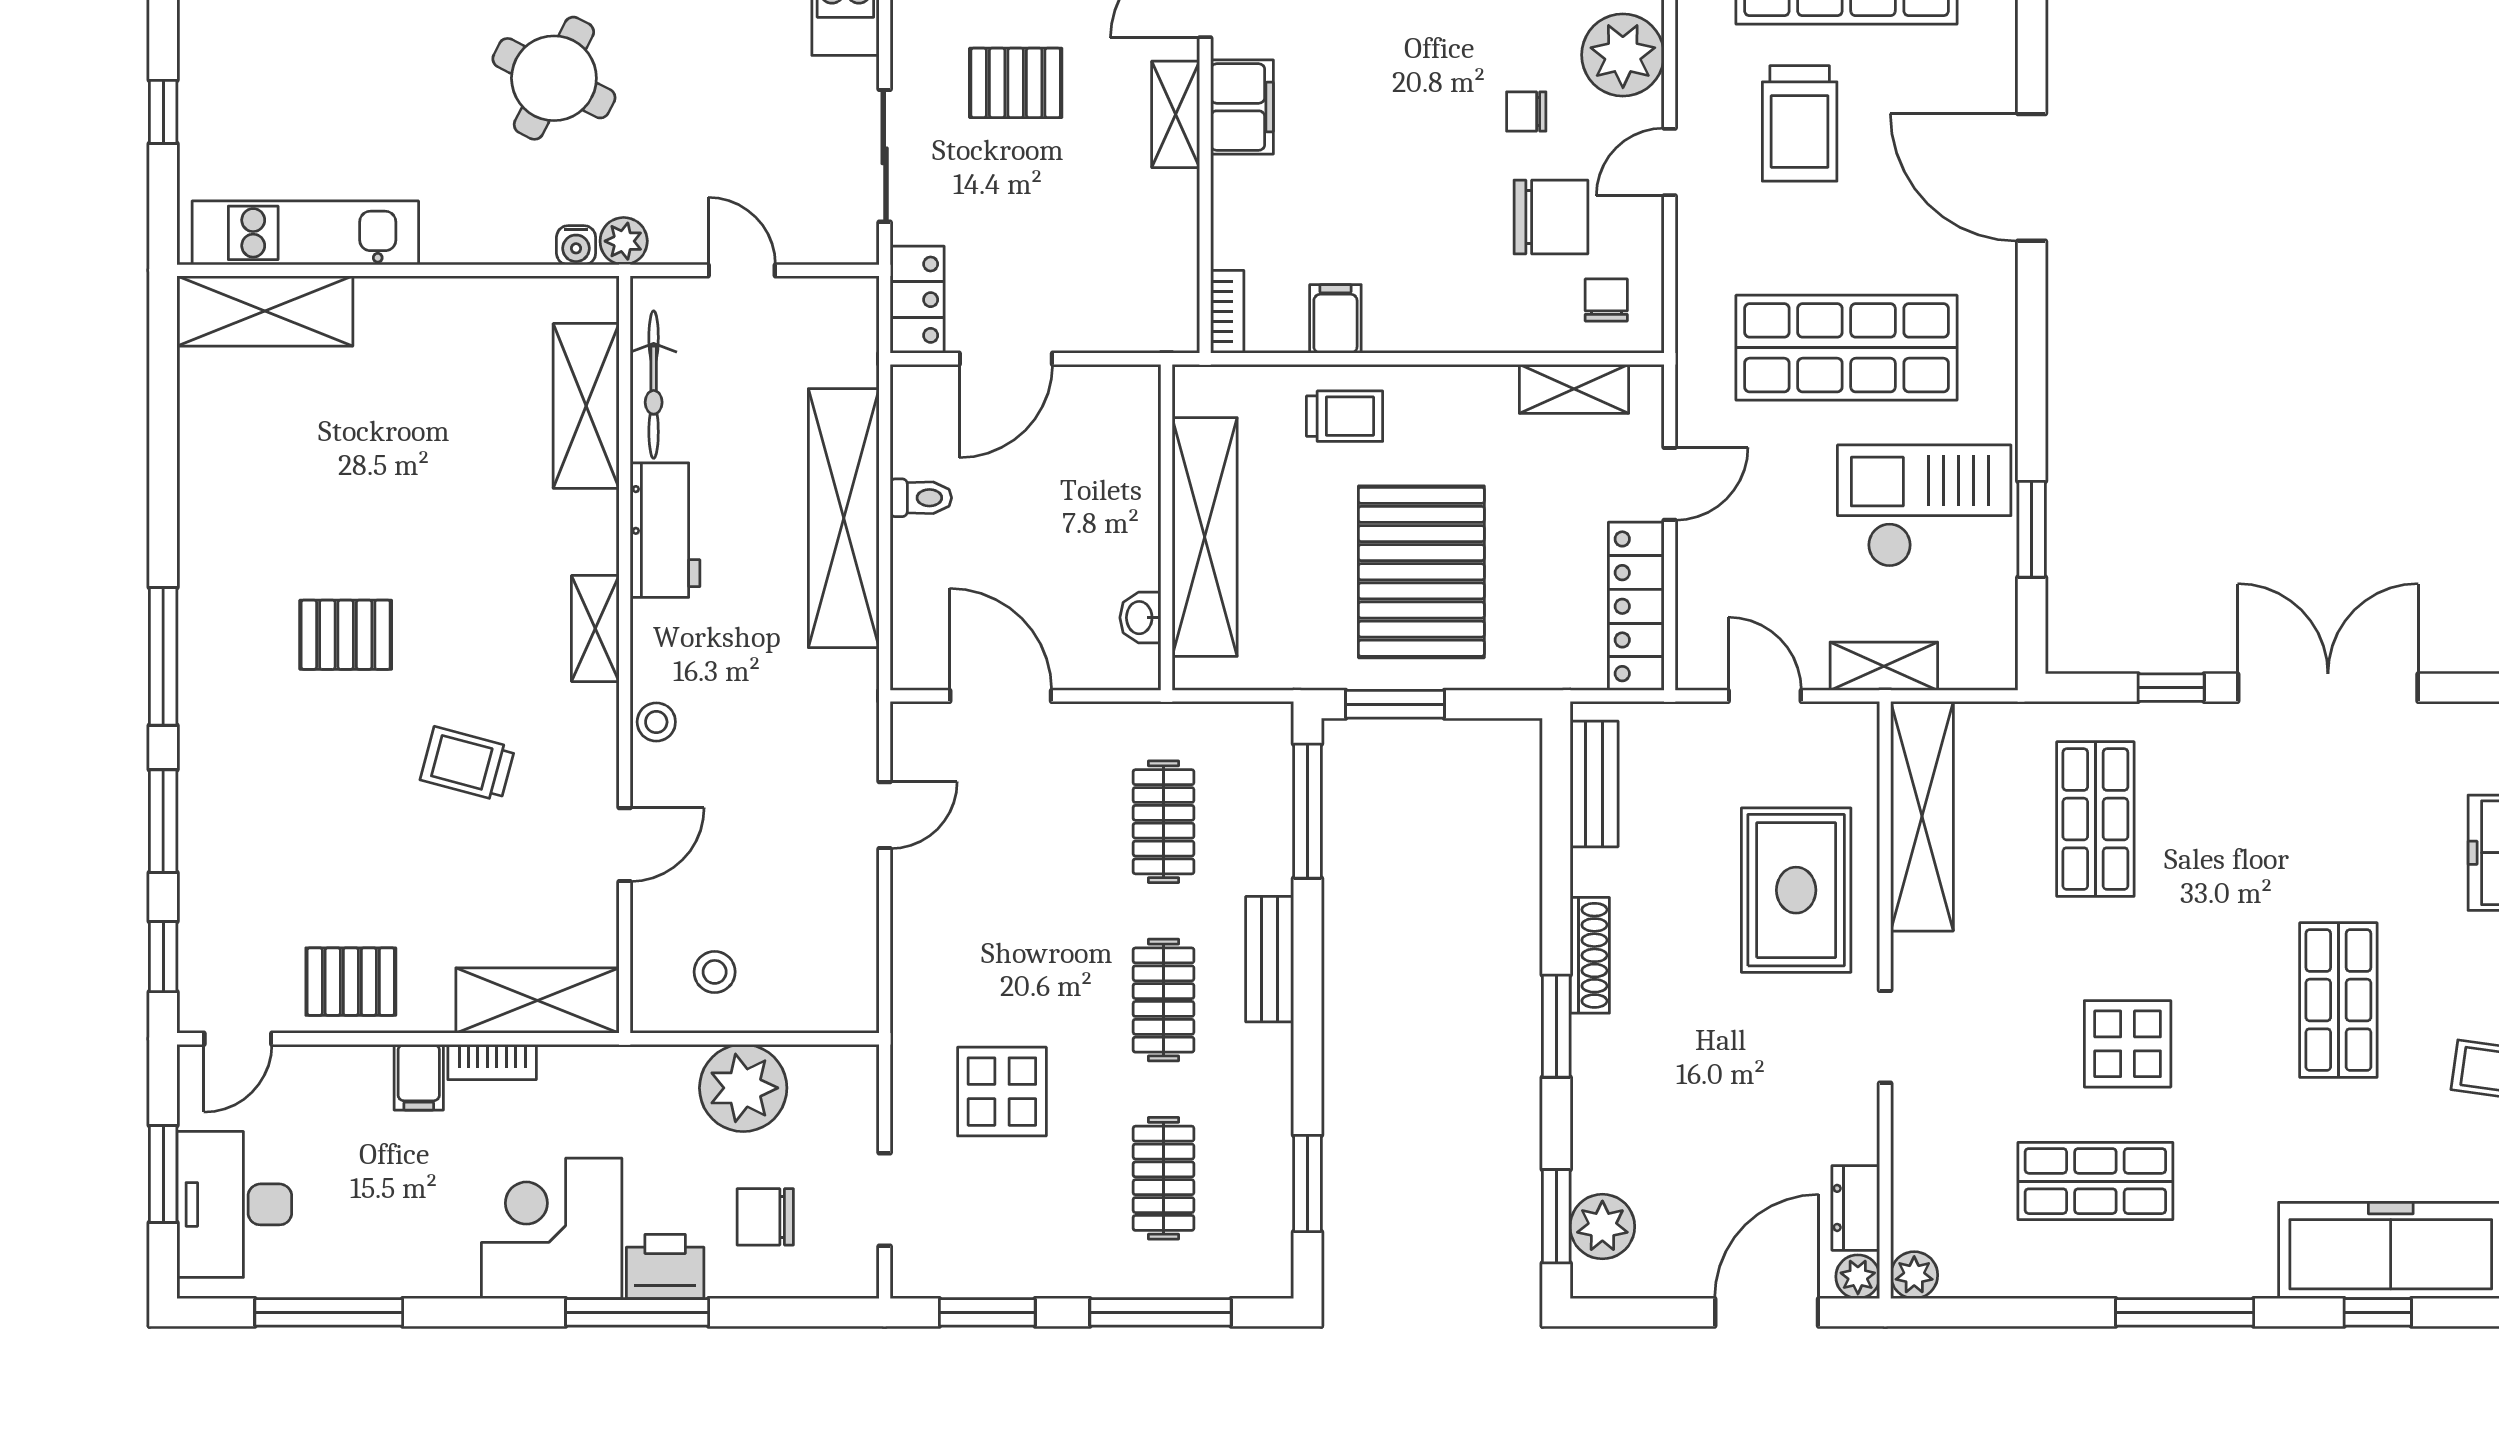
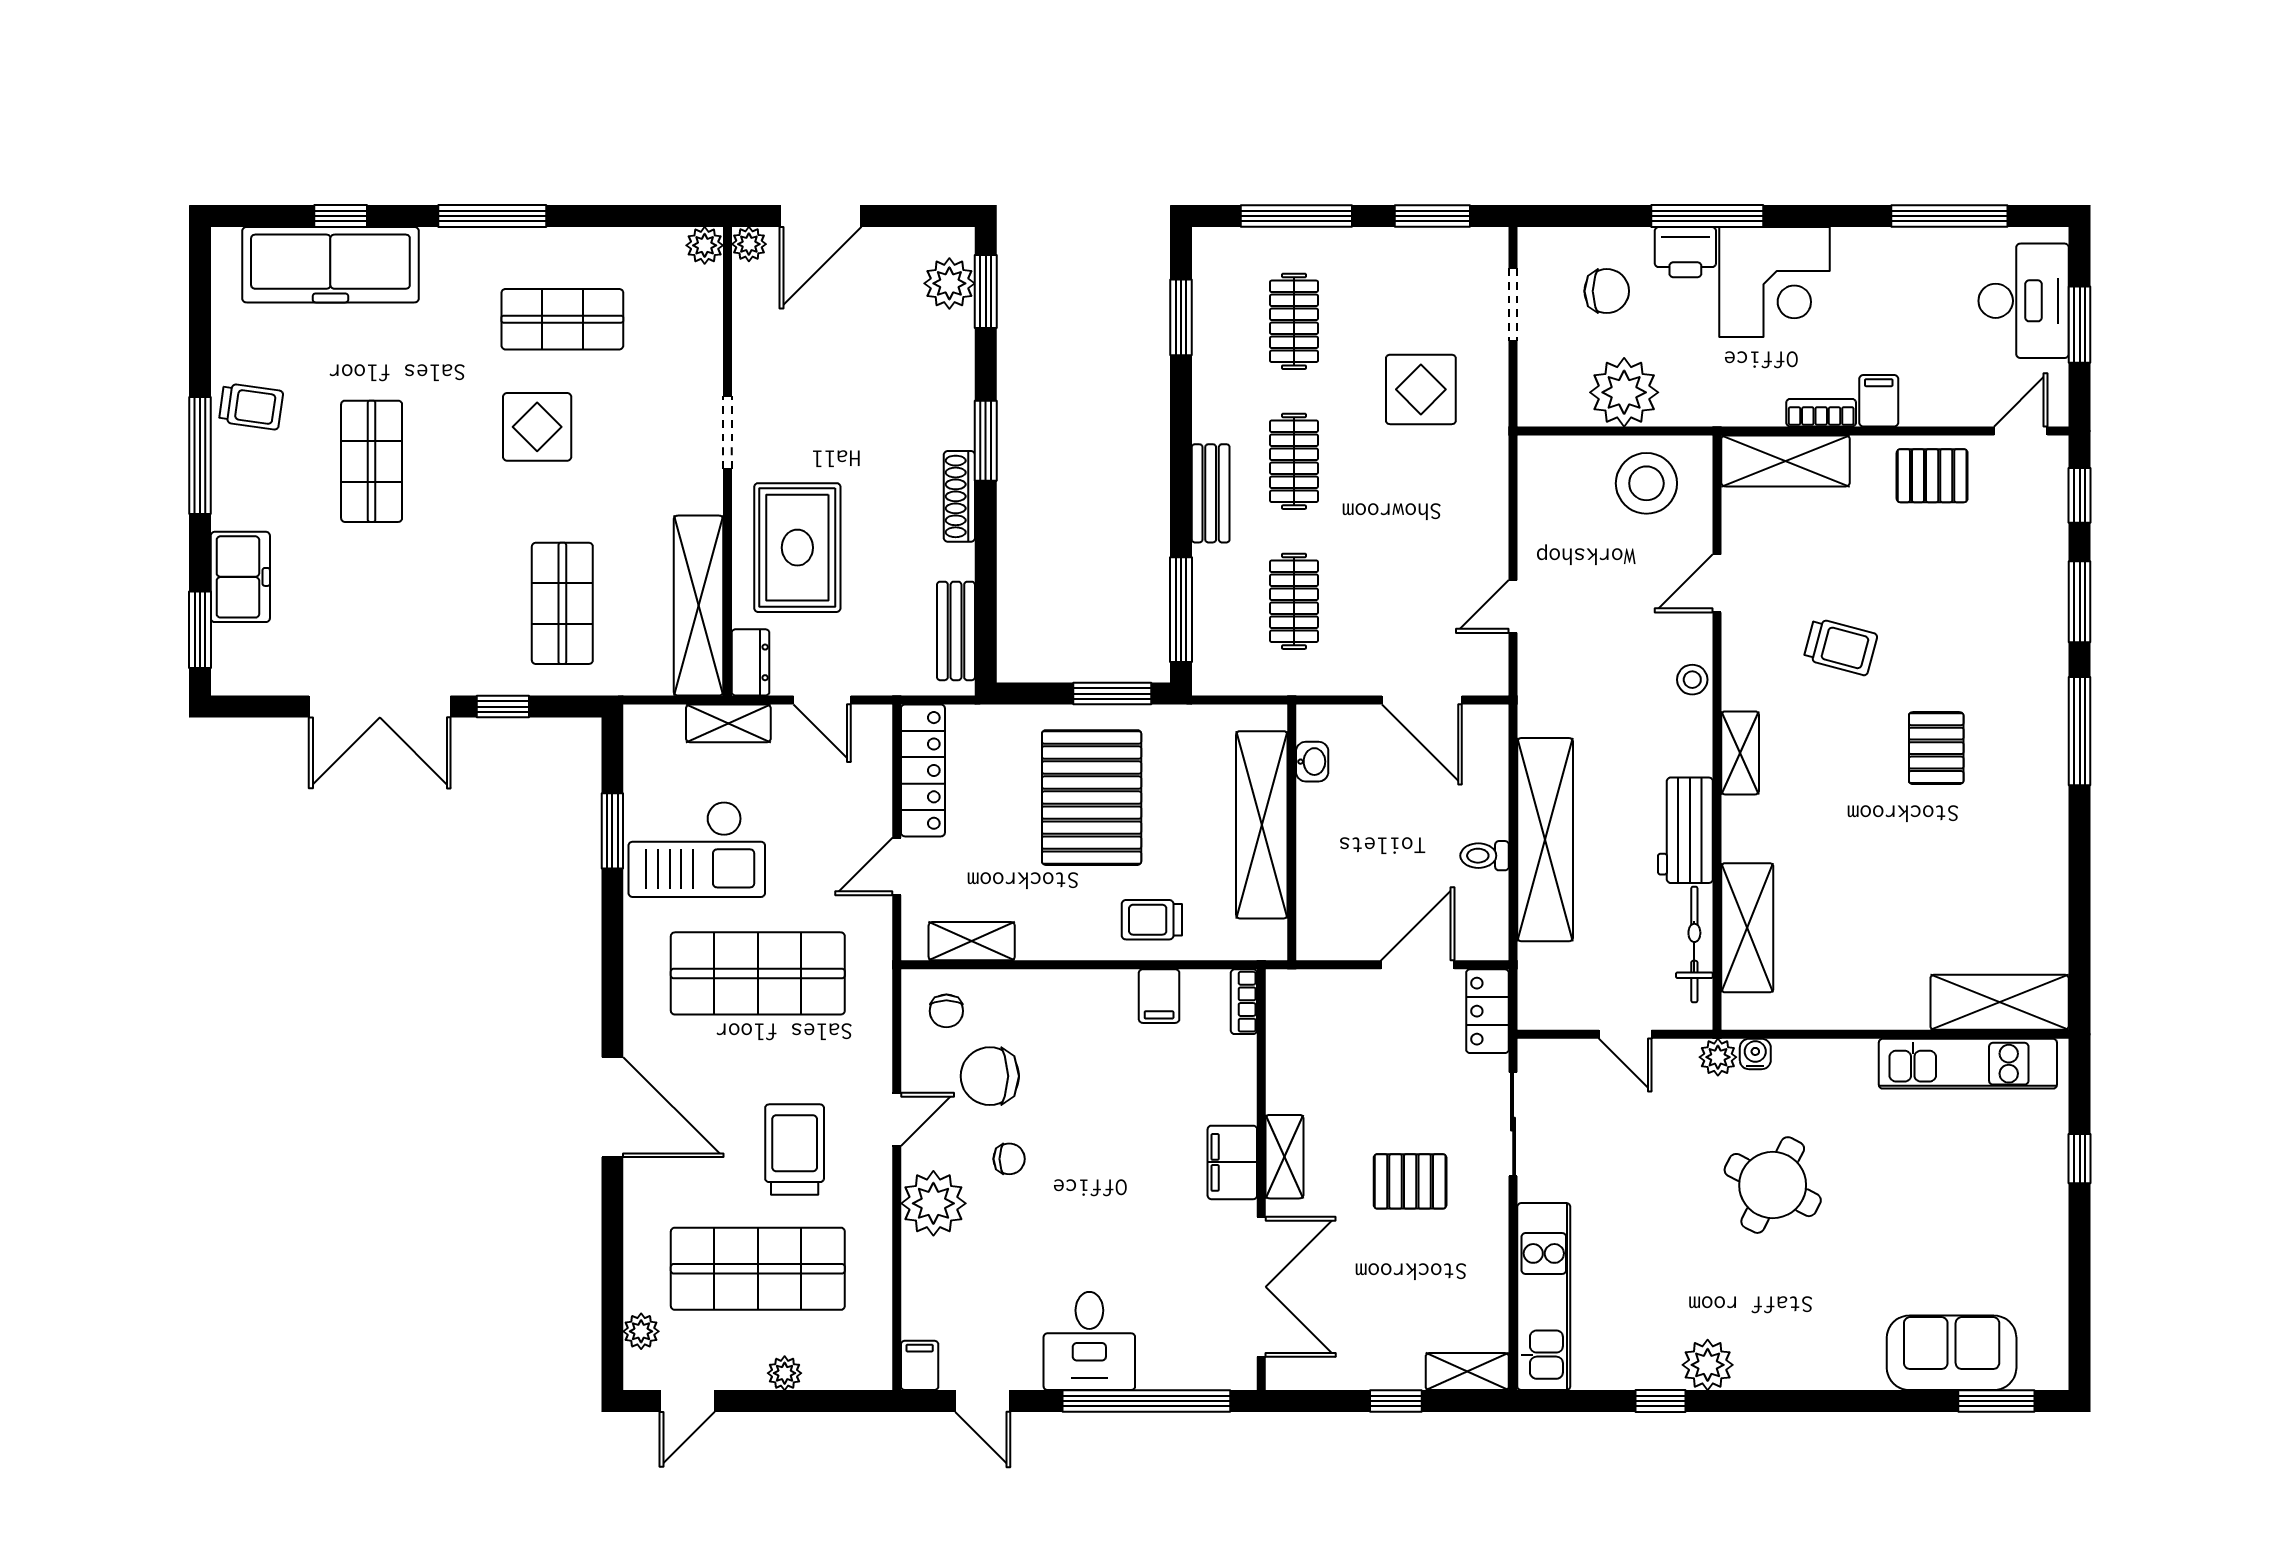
pallet: (346, 635) -> (1936, 748), turned 90
stool: (715, 972) -> (1646, 483), width x1.89, depth x1.89
dresser: (1856, 1208) -> (750, 662), moved

